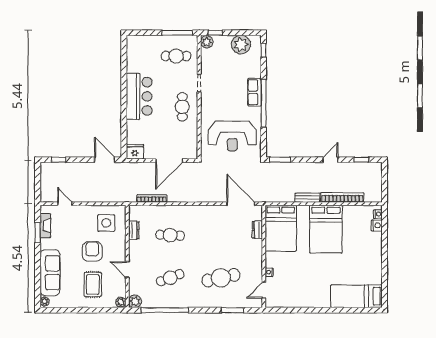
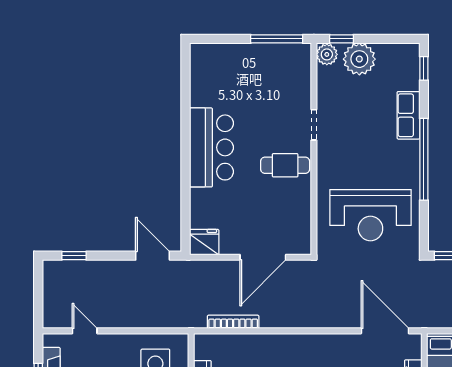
plant: (241, 45) -> (359, 59), moved
cafe table: (176, 56) -> (275, 79), removed
row of seats: (254, 92) -> (408, 115), moved
cafe table: (182, 107) -> (285, 165), turned 90

